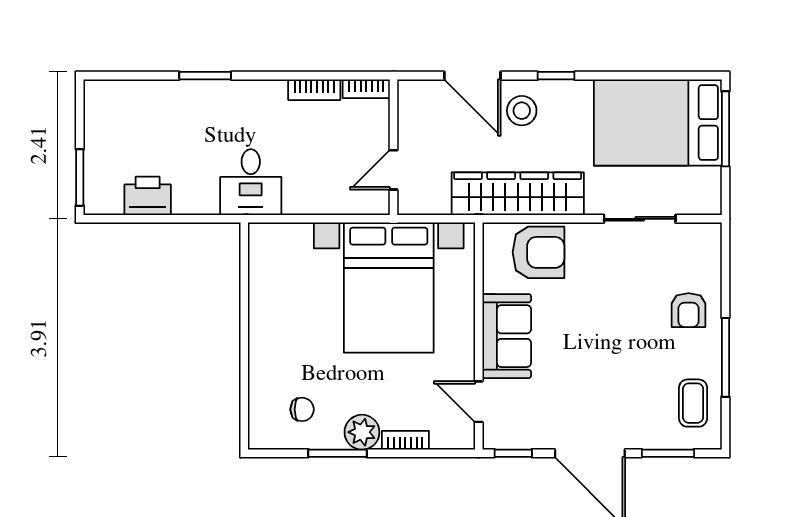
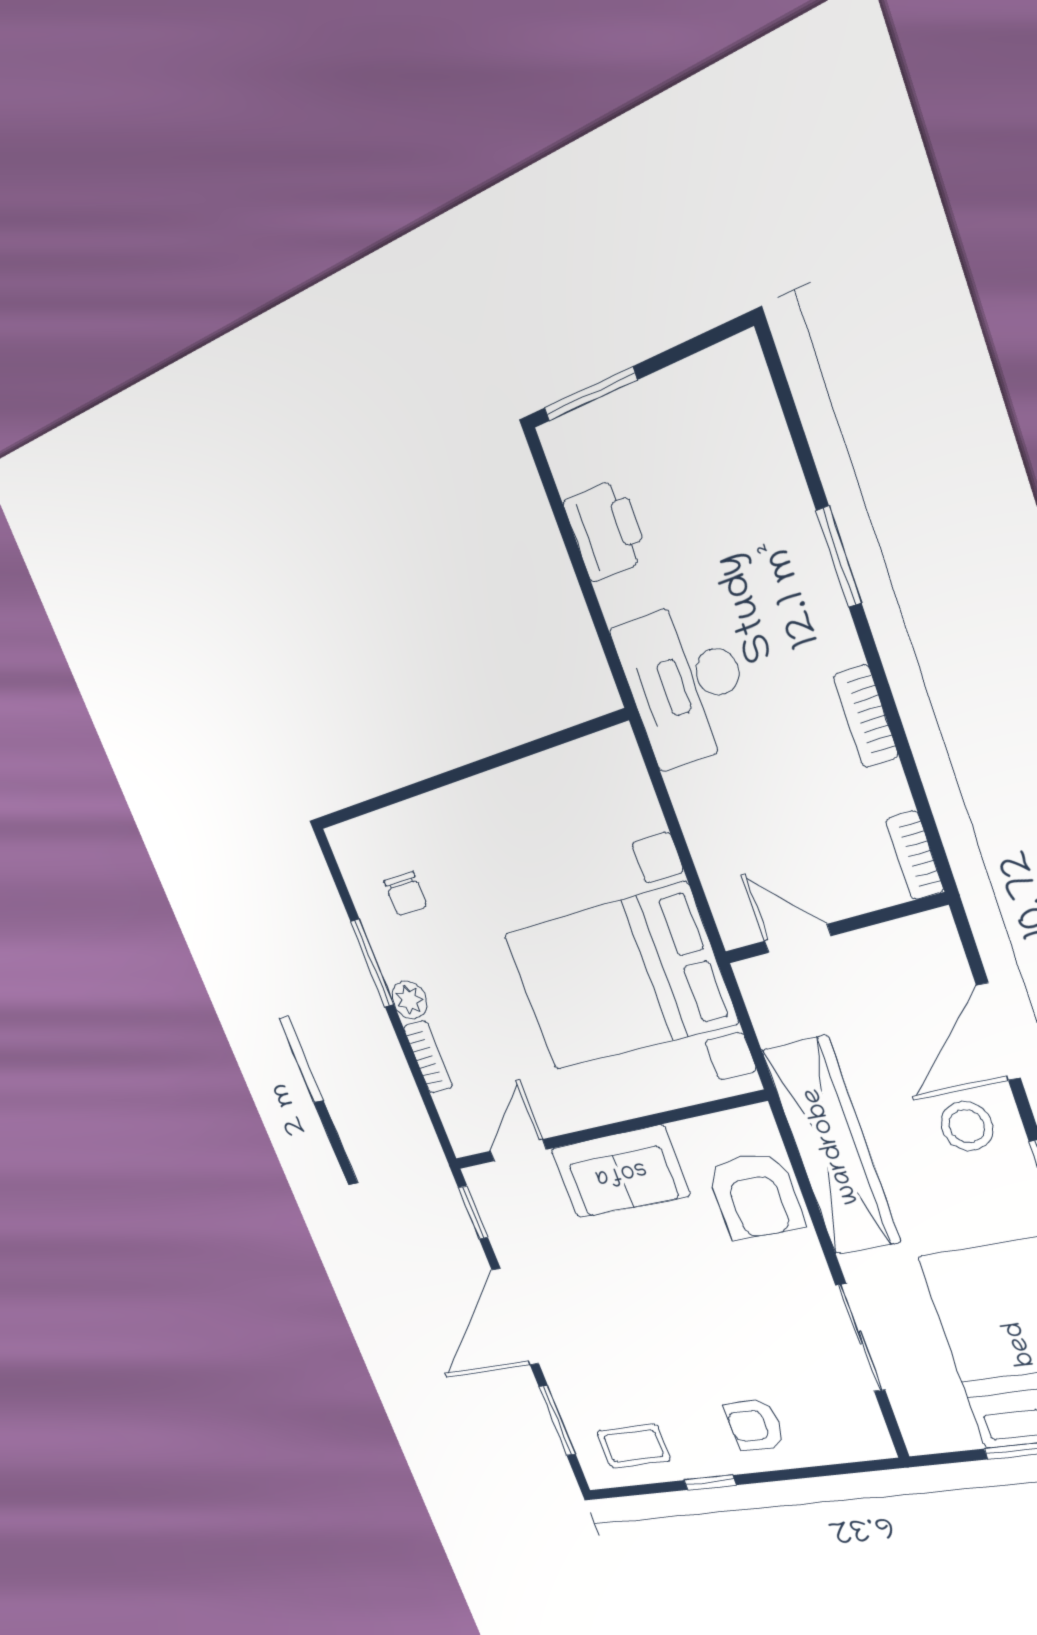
bookcase: (314, 90) -> (866, 716), moved
desk: (251, 182) -> (685, 684), width x1.37
window: (725, 357) -> (710, 1483), width x0.46
plant: (362, 432) -> (409, 1000), width x0.73, depth x0.73

